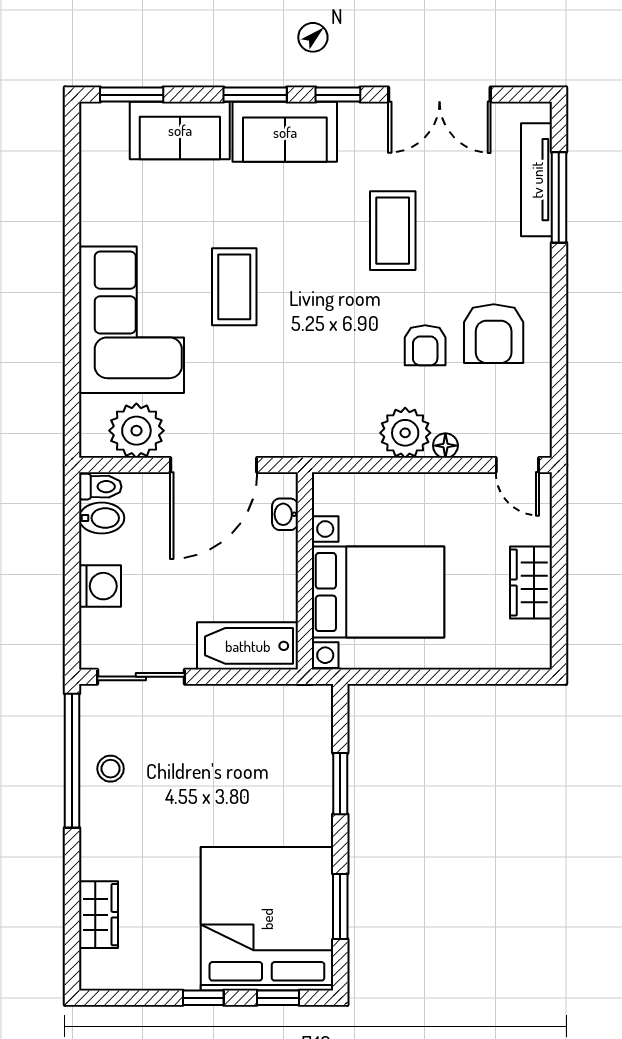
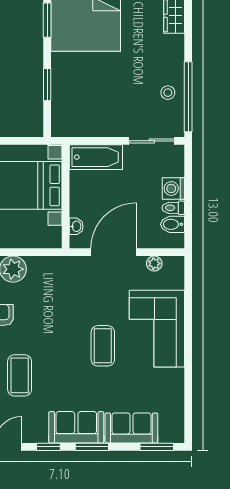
plant: (136, 431) -> (154, 264), width x0.53, depth x0.53
toilet: (100, 487) -> (173, 208), moved

